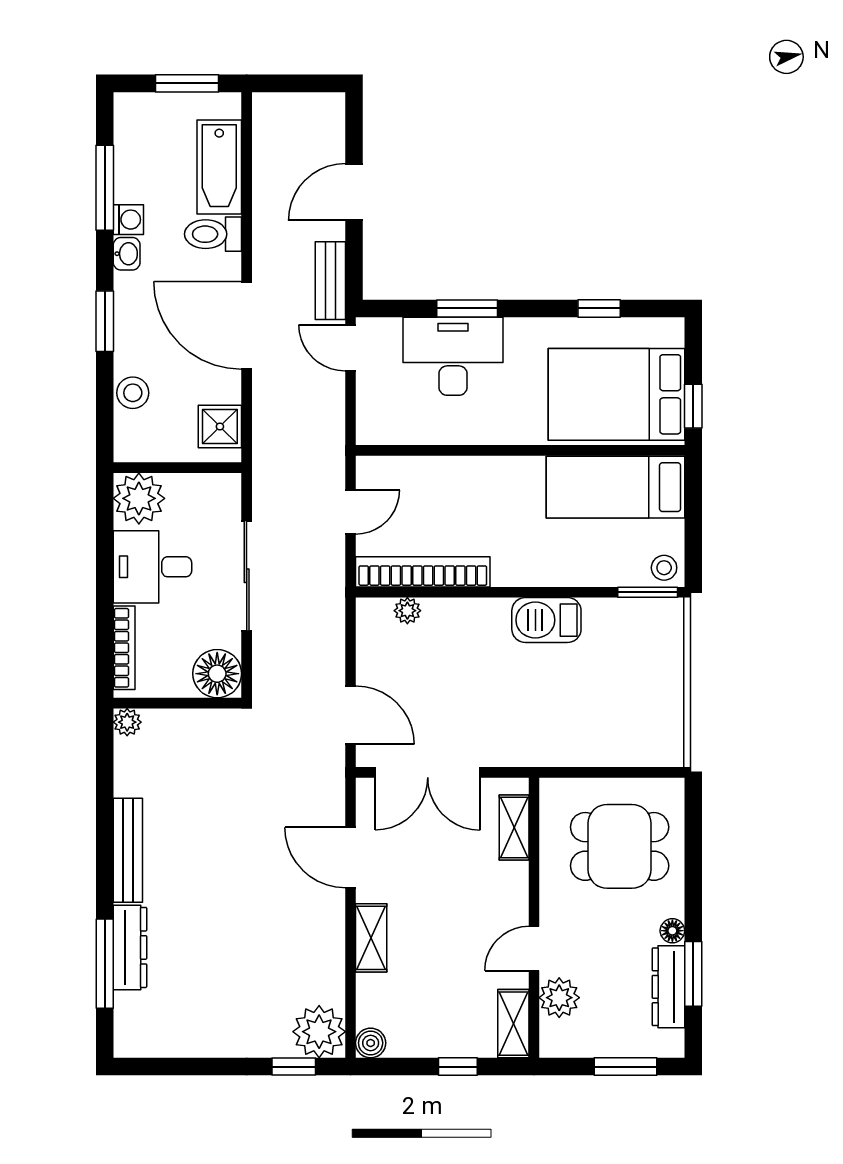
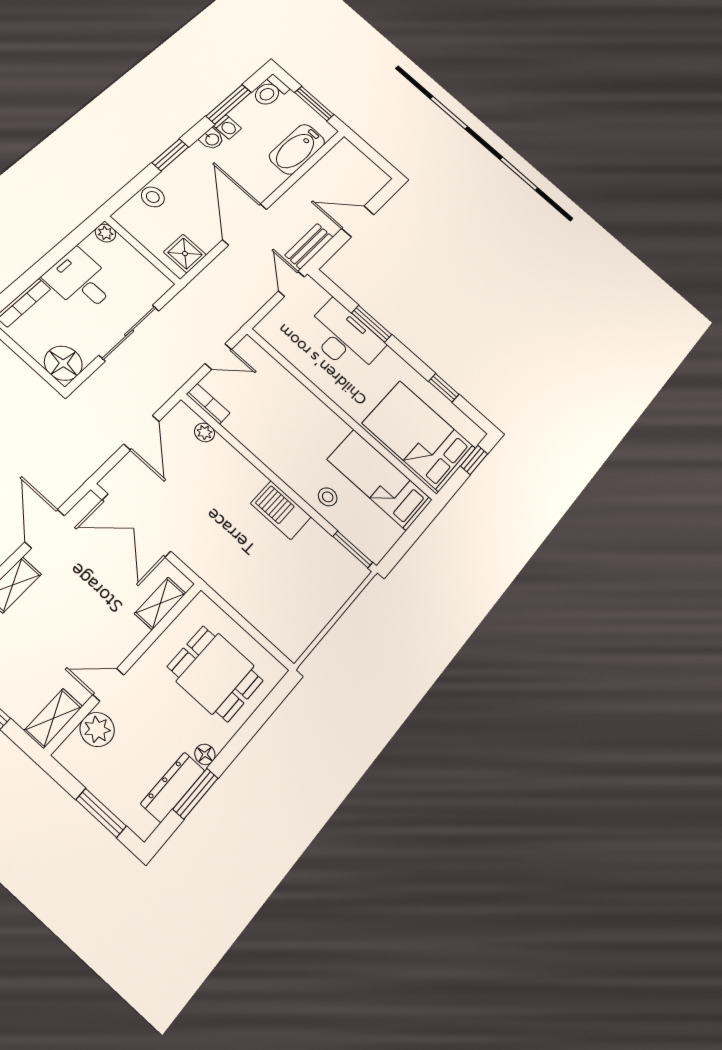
toilet: (213, 234) -> (270, 91), moved, turned -90
window: (693, 406) -> (474, 460), moved
plant: (139, 498) -> (105, 233), width x0.53, depth x0.53
stool: (664, 568) -> (328, 497), moved
bookcase: (423, 572) -> (208, 404), width x0.43, depth x0.76
door: (350, 715) -> (141, 433), moved

